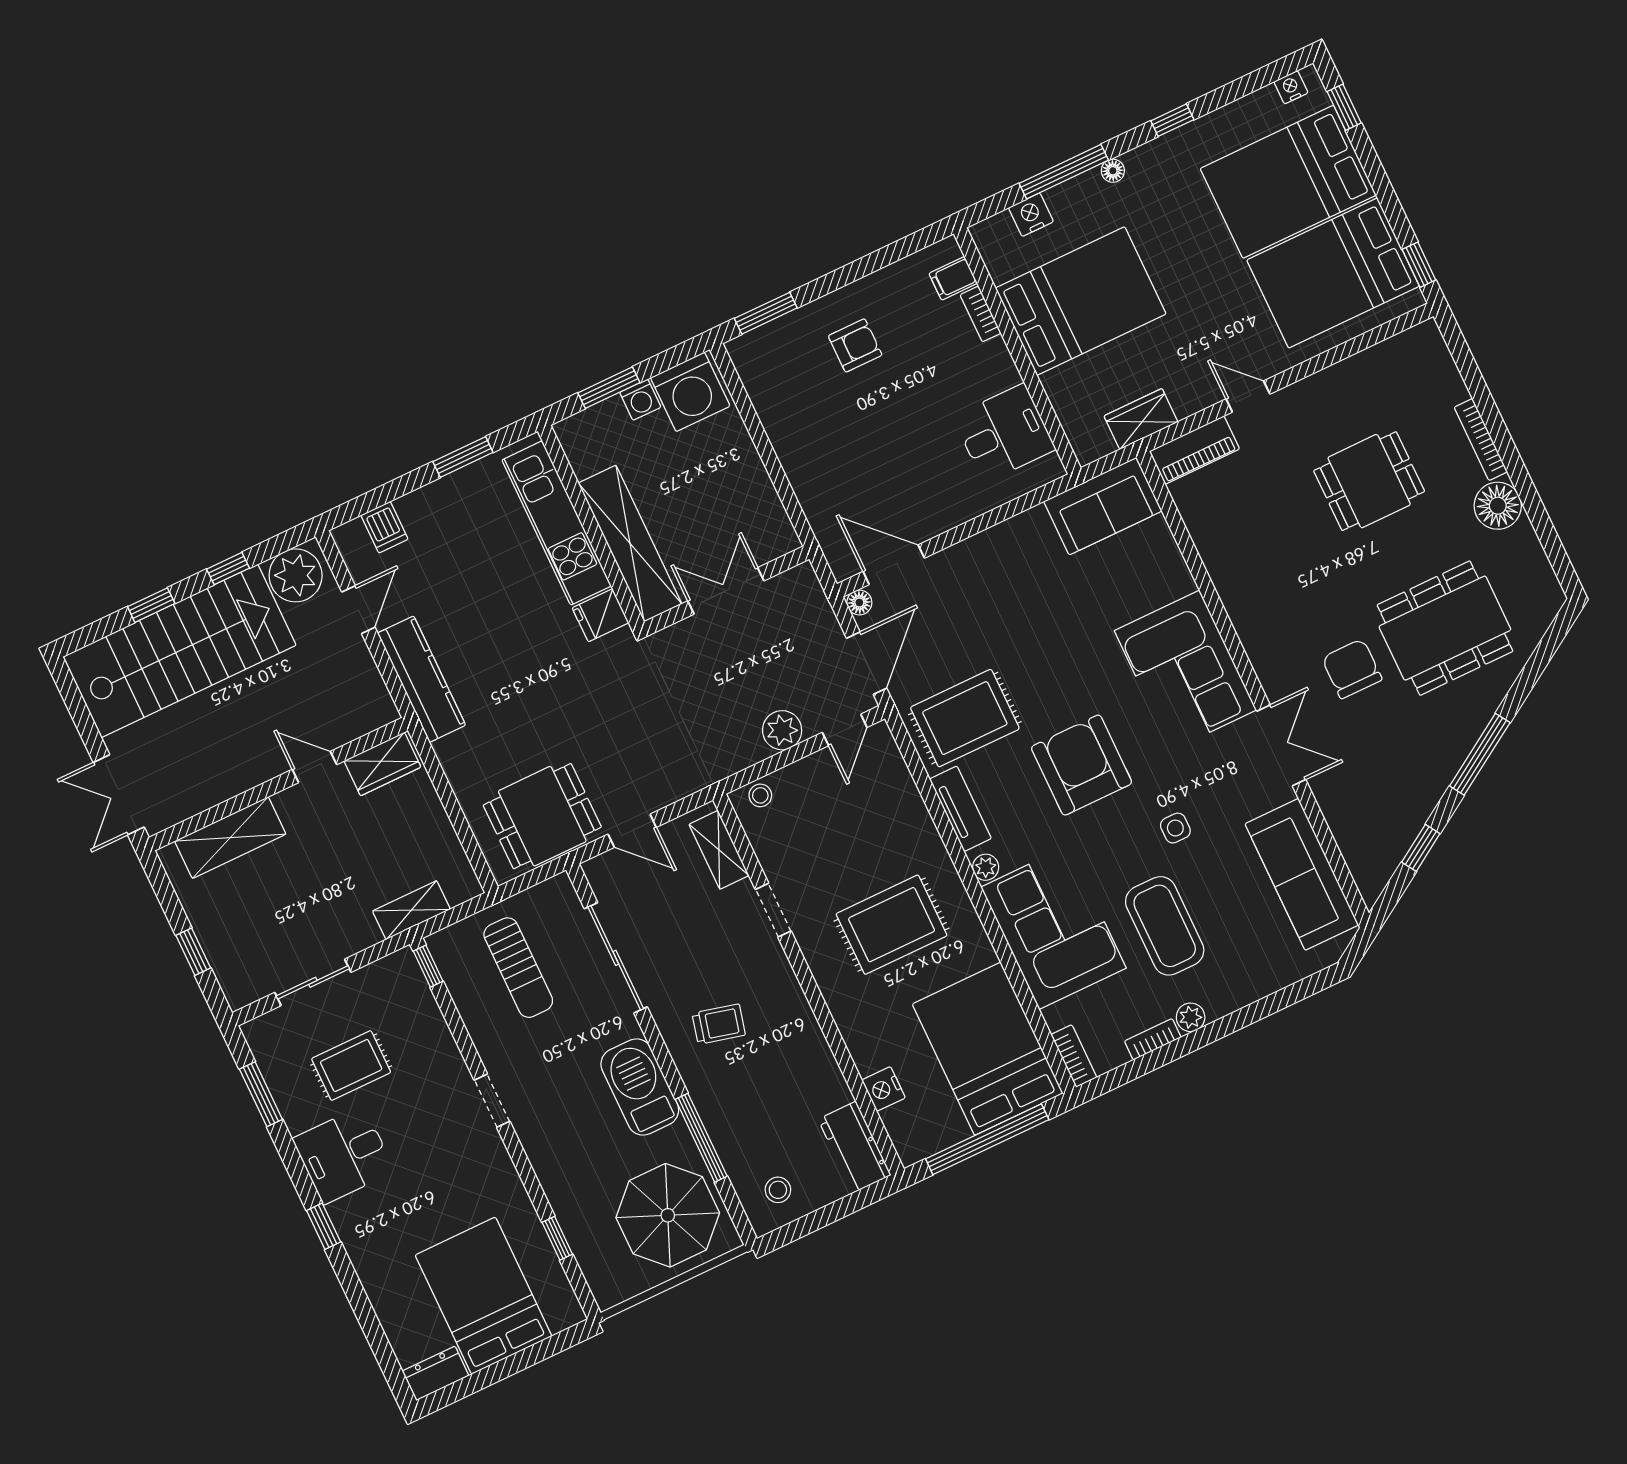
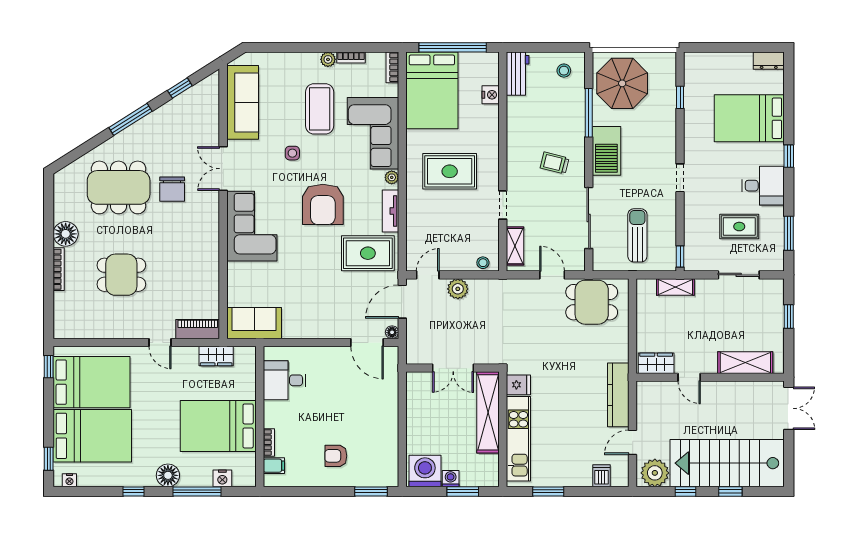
floor lamp: (1113, 171) -> (168, 475), width x1.89, depth x1.89
bed: (484, 1296) -> (749, 118), moved, turned 90

